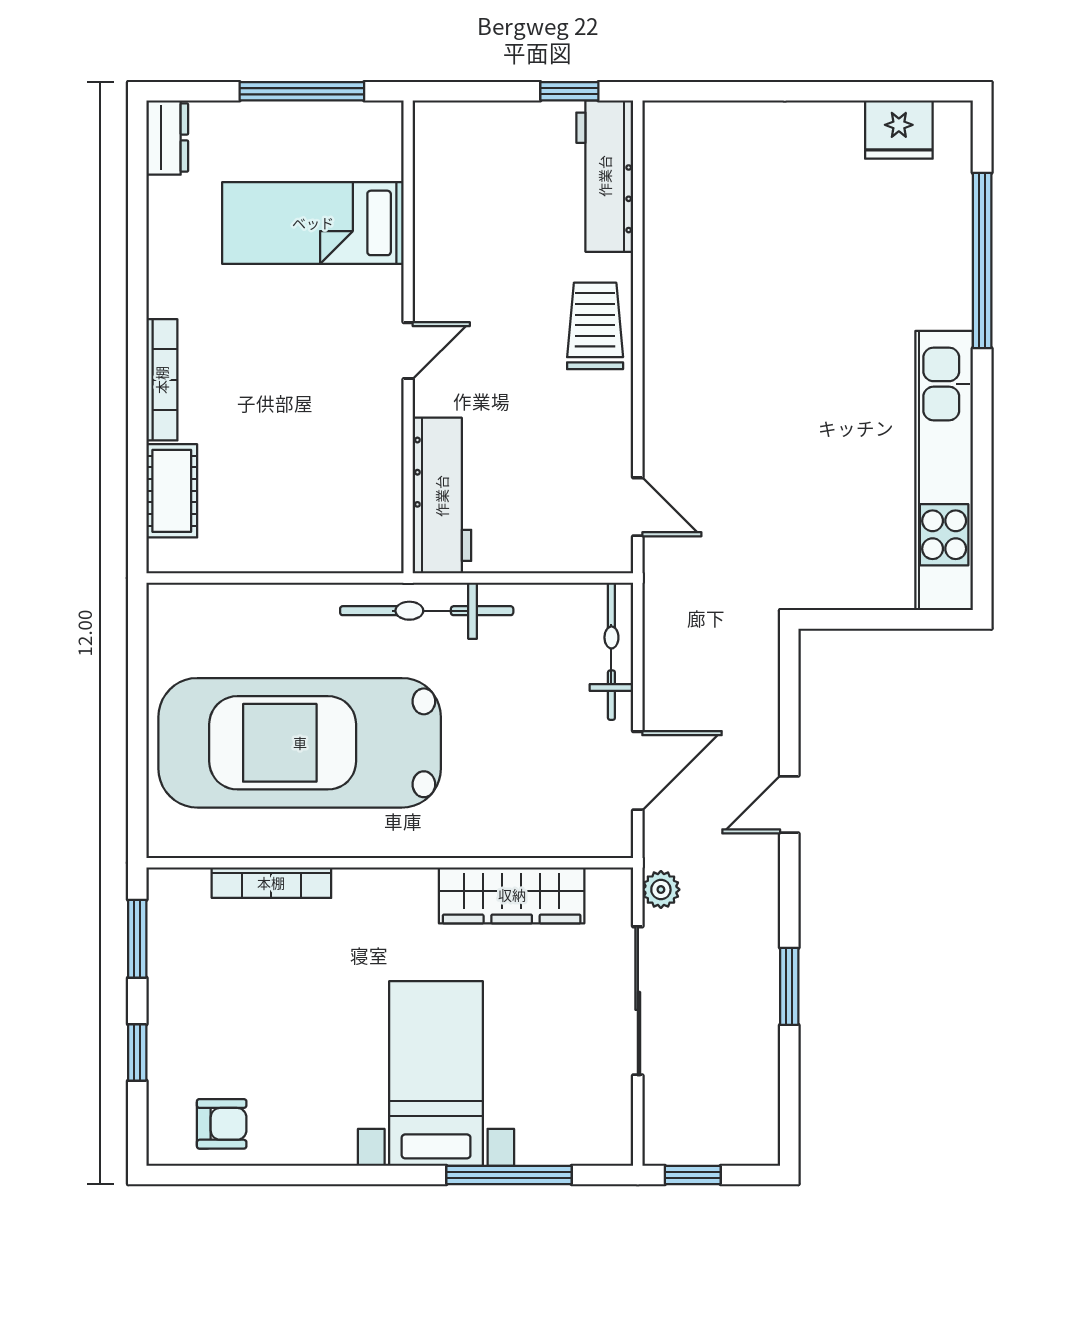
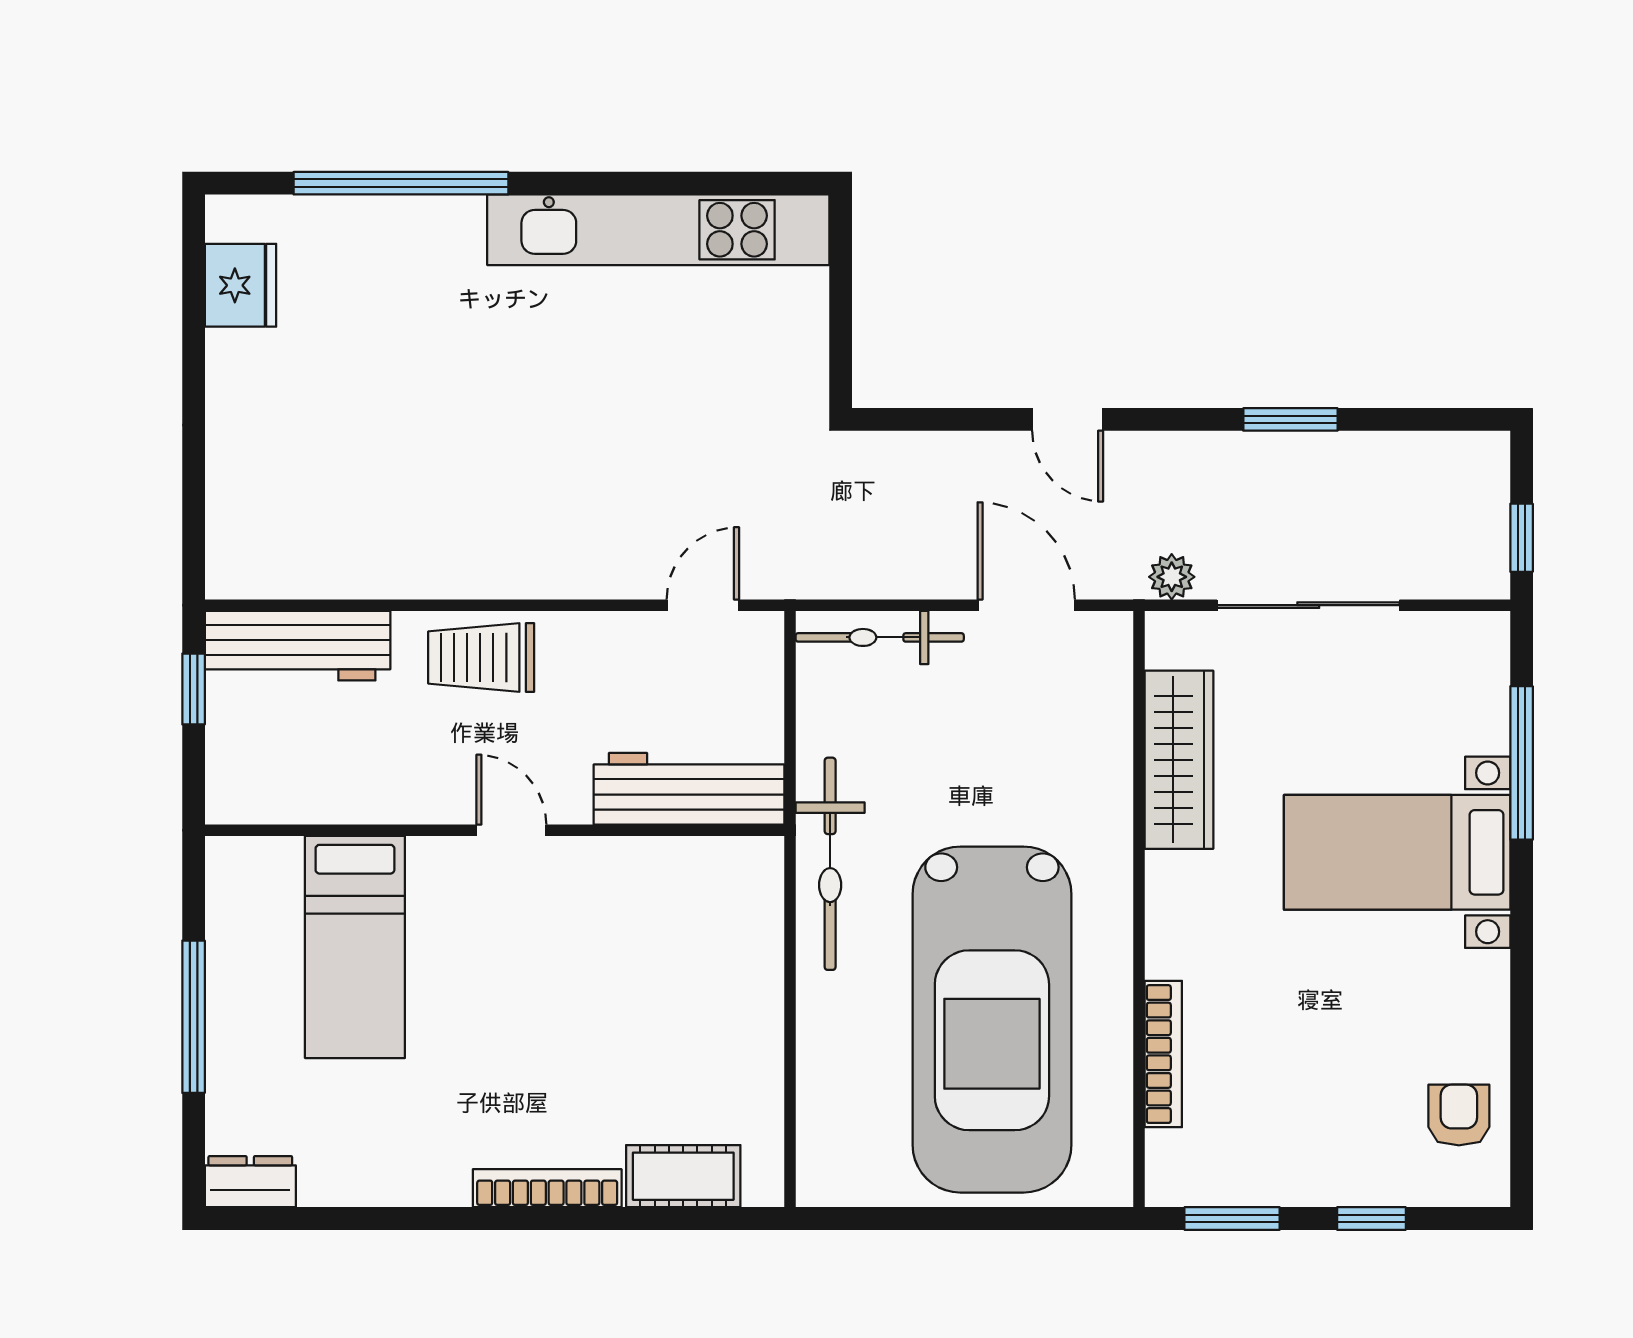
bed: (313, 223) -> (355, 947), moved
wall: (408, 337) -> (495, 830), moved
door: (408, 351) -> (511, 830), moved
workbench: (442, 496) -> (689, 789), moved

